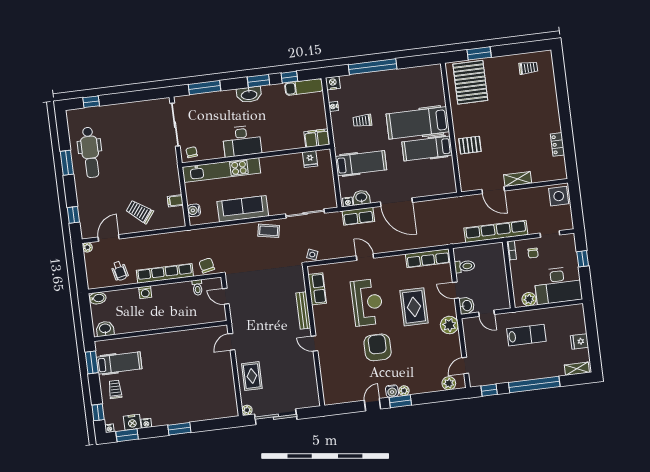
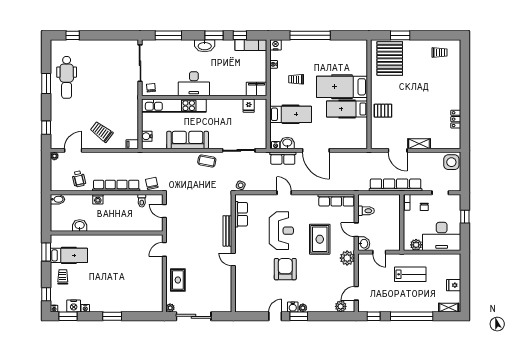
filing cabinet: (175, 201) -> (132, 144), moved
washbasin: (105, 329) -> (80, 225), moved

